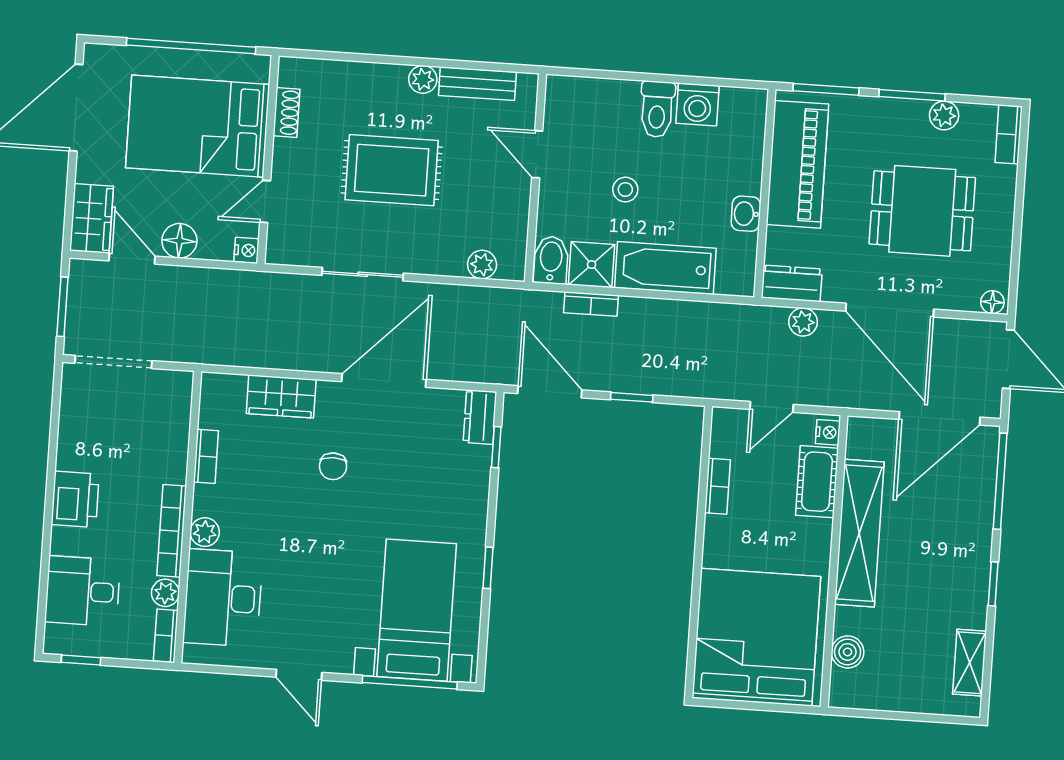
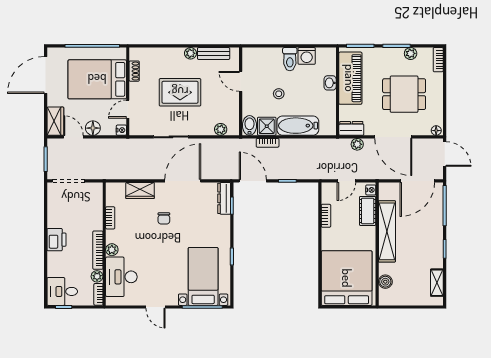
washbasin: (746, 214) -> (330, 83), moved
dresser: (480, 417) -> (224, 198), width x1.44
desk: (83, 591) -> (62, 291), moved

